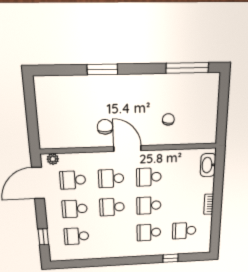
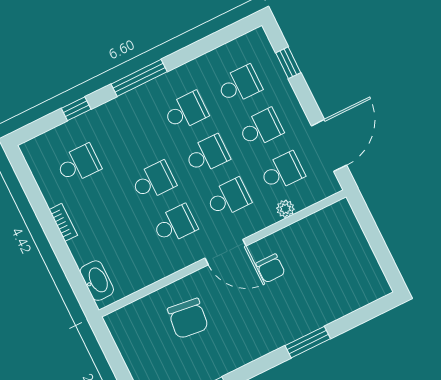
chair: (168, 119) -> (188, 318), width x1.87, depth x1.87
plant: (53, 159) -> (285, 209), moved
school desk: (149, 232) -> (186, 111), moved
window: (130, 261) -> (139, 78), added

